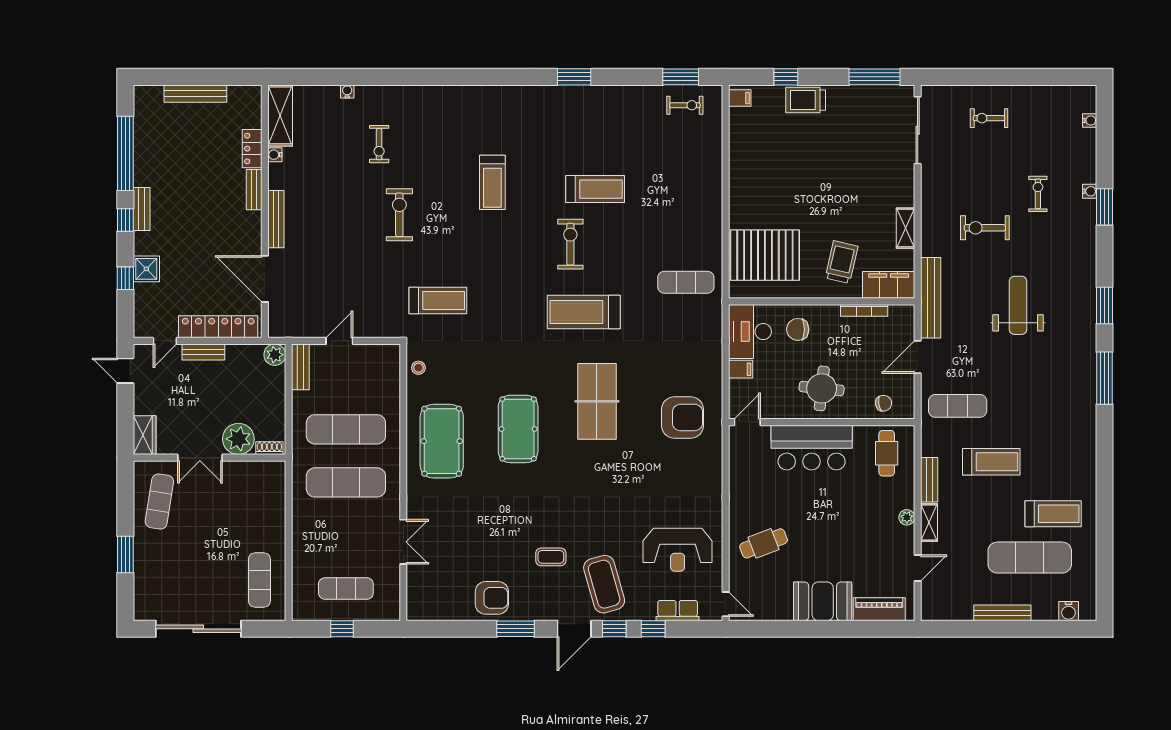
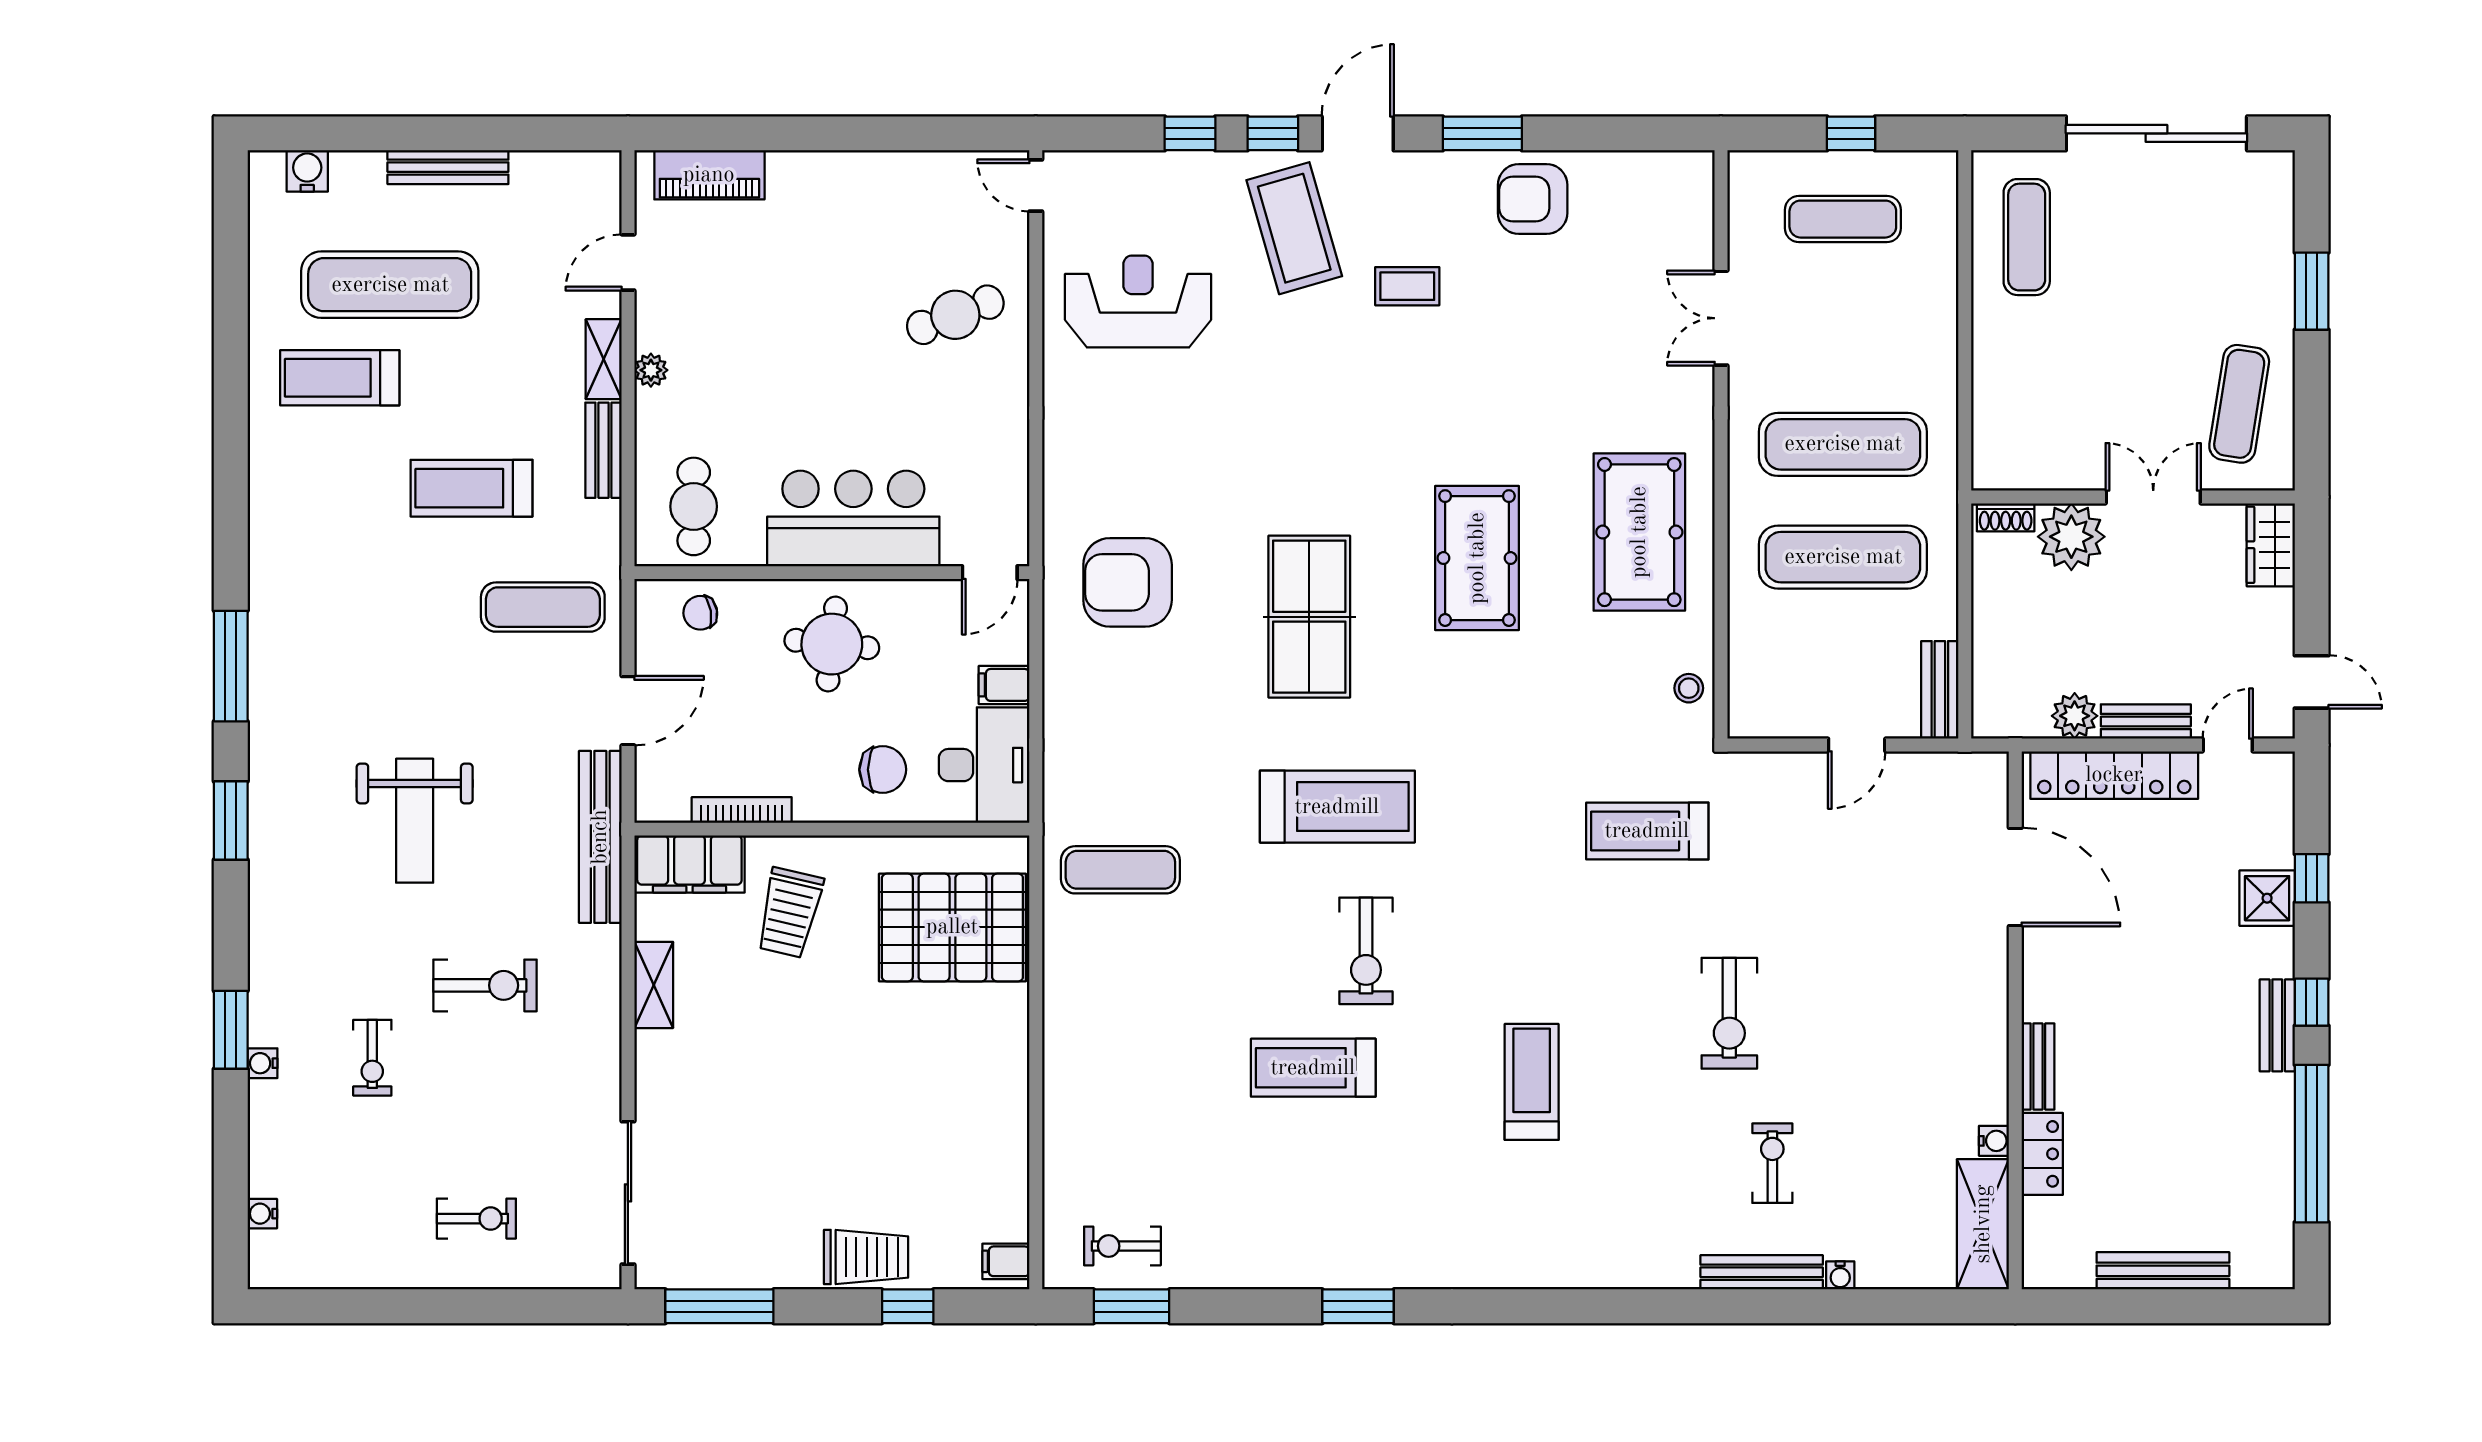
bench: (276, 219) -> (1762, 1272), moved, turned 90
plant: (275, 355) -> (2075, 716), moved
booth: (823, 601) -> (830, 192), removed
row of seats: (678, 611) -> (1138, 172), removed

